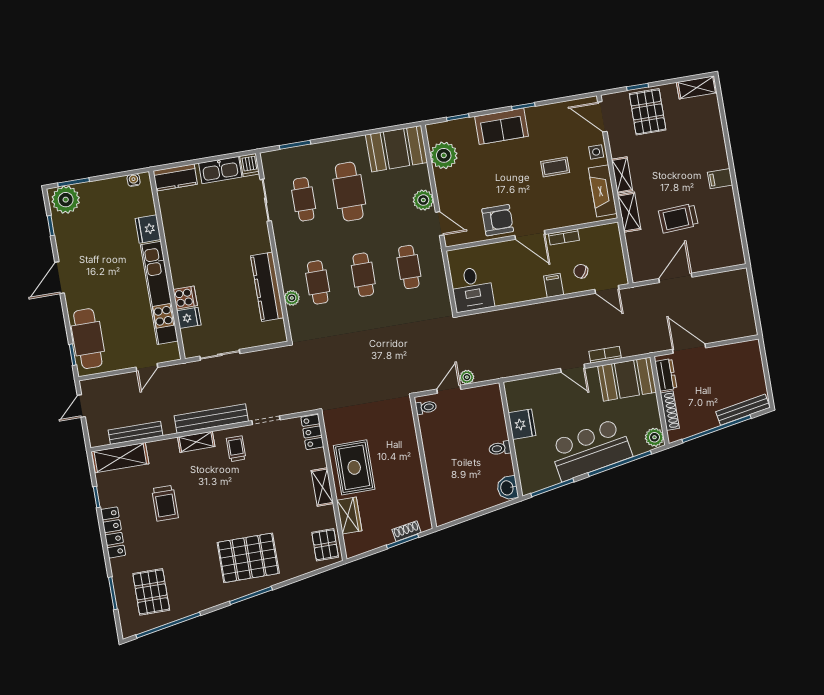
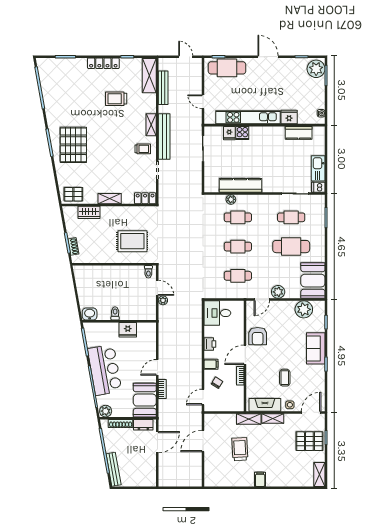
kitchen counter: (175, 177) -> (299, 133), moved, turned -90
door: (675, 278) -> (203, 441), swing flipped
printer: (522, 293) -> (210, 344), added
rug: (354, 467) -> (132, 241), moved
pallet: (151, 592) -> (62, 81), removed

